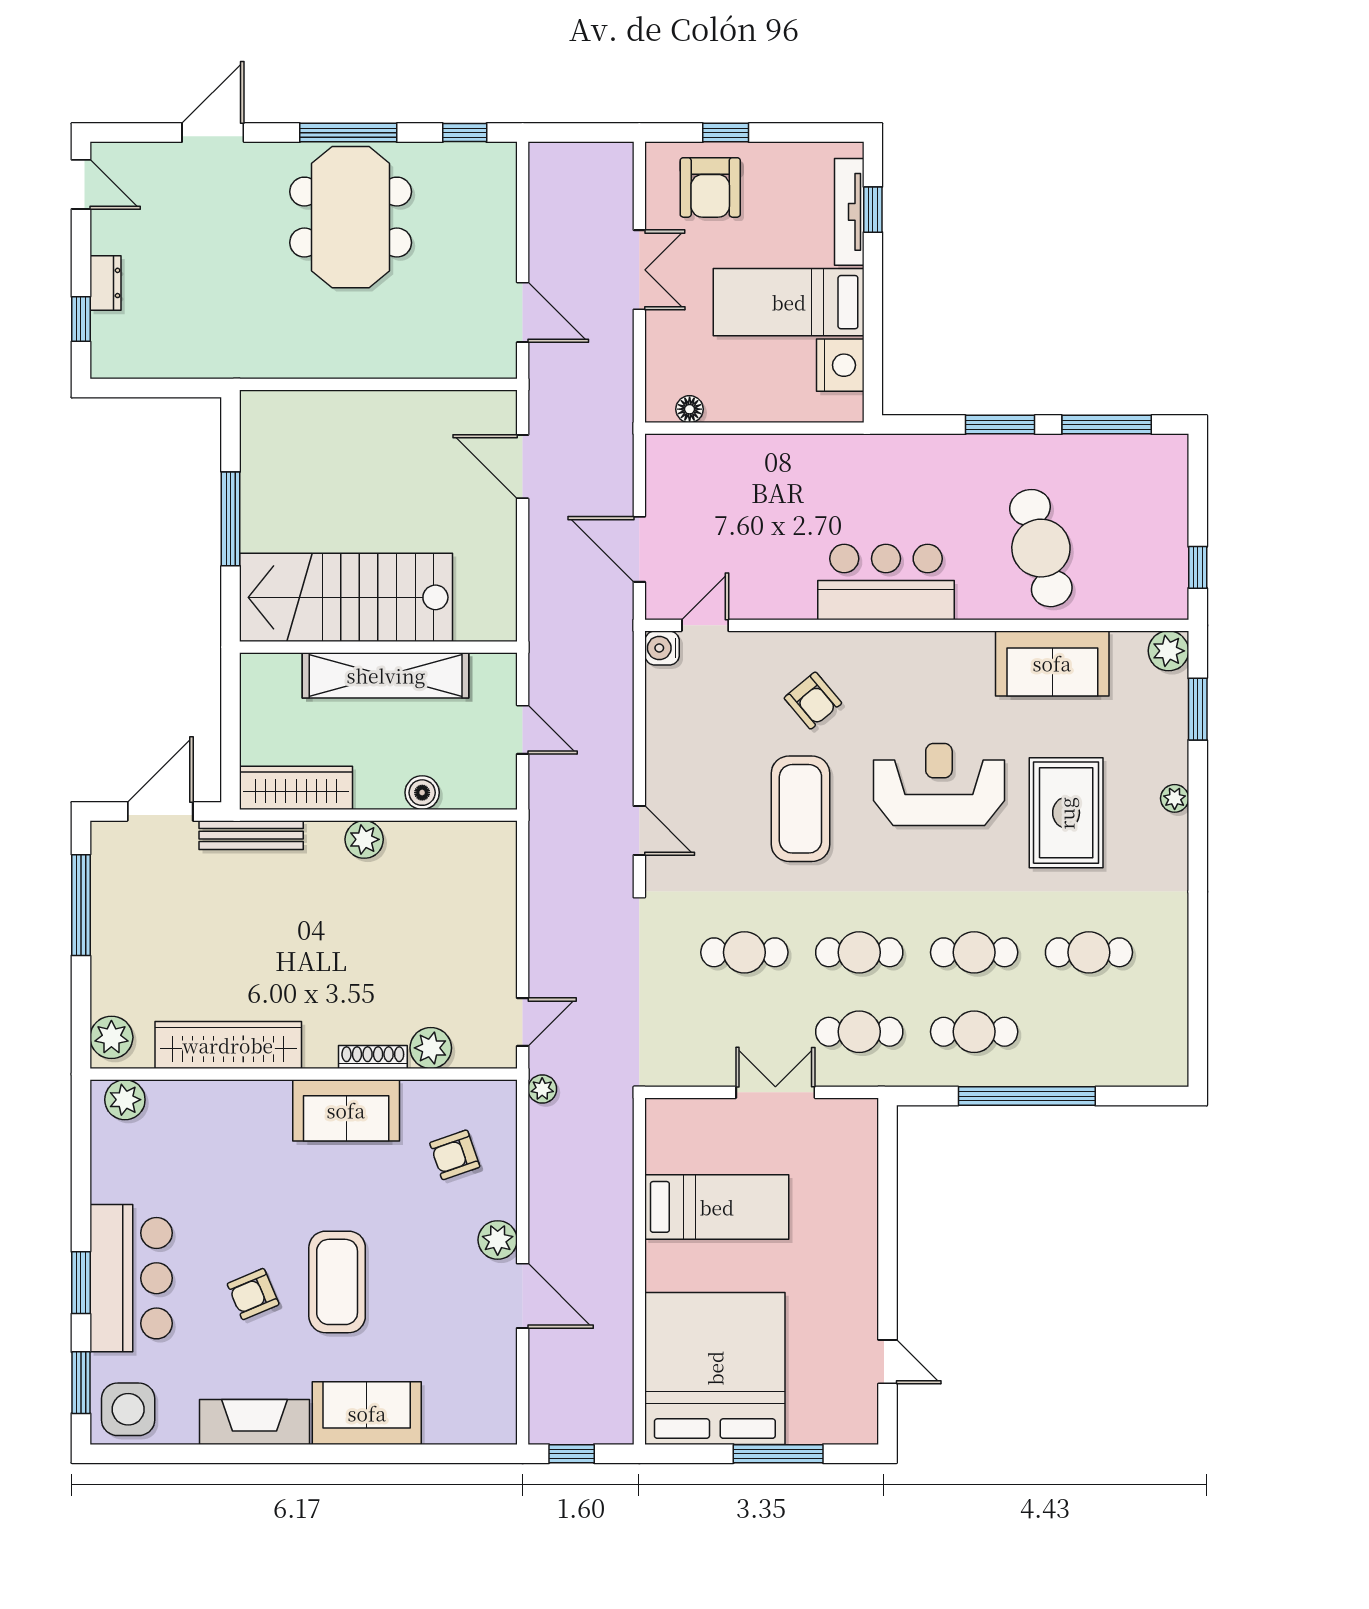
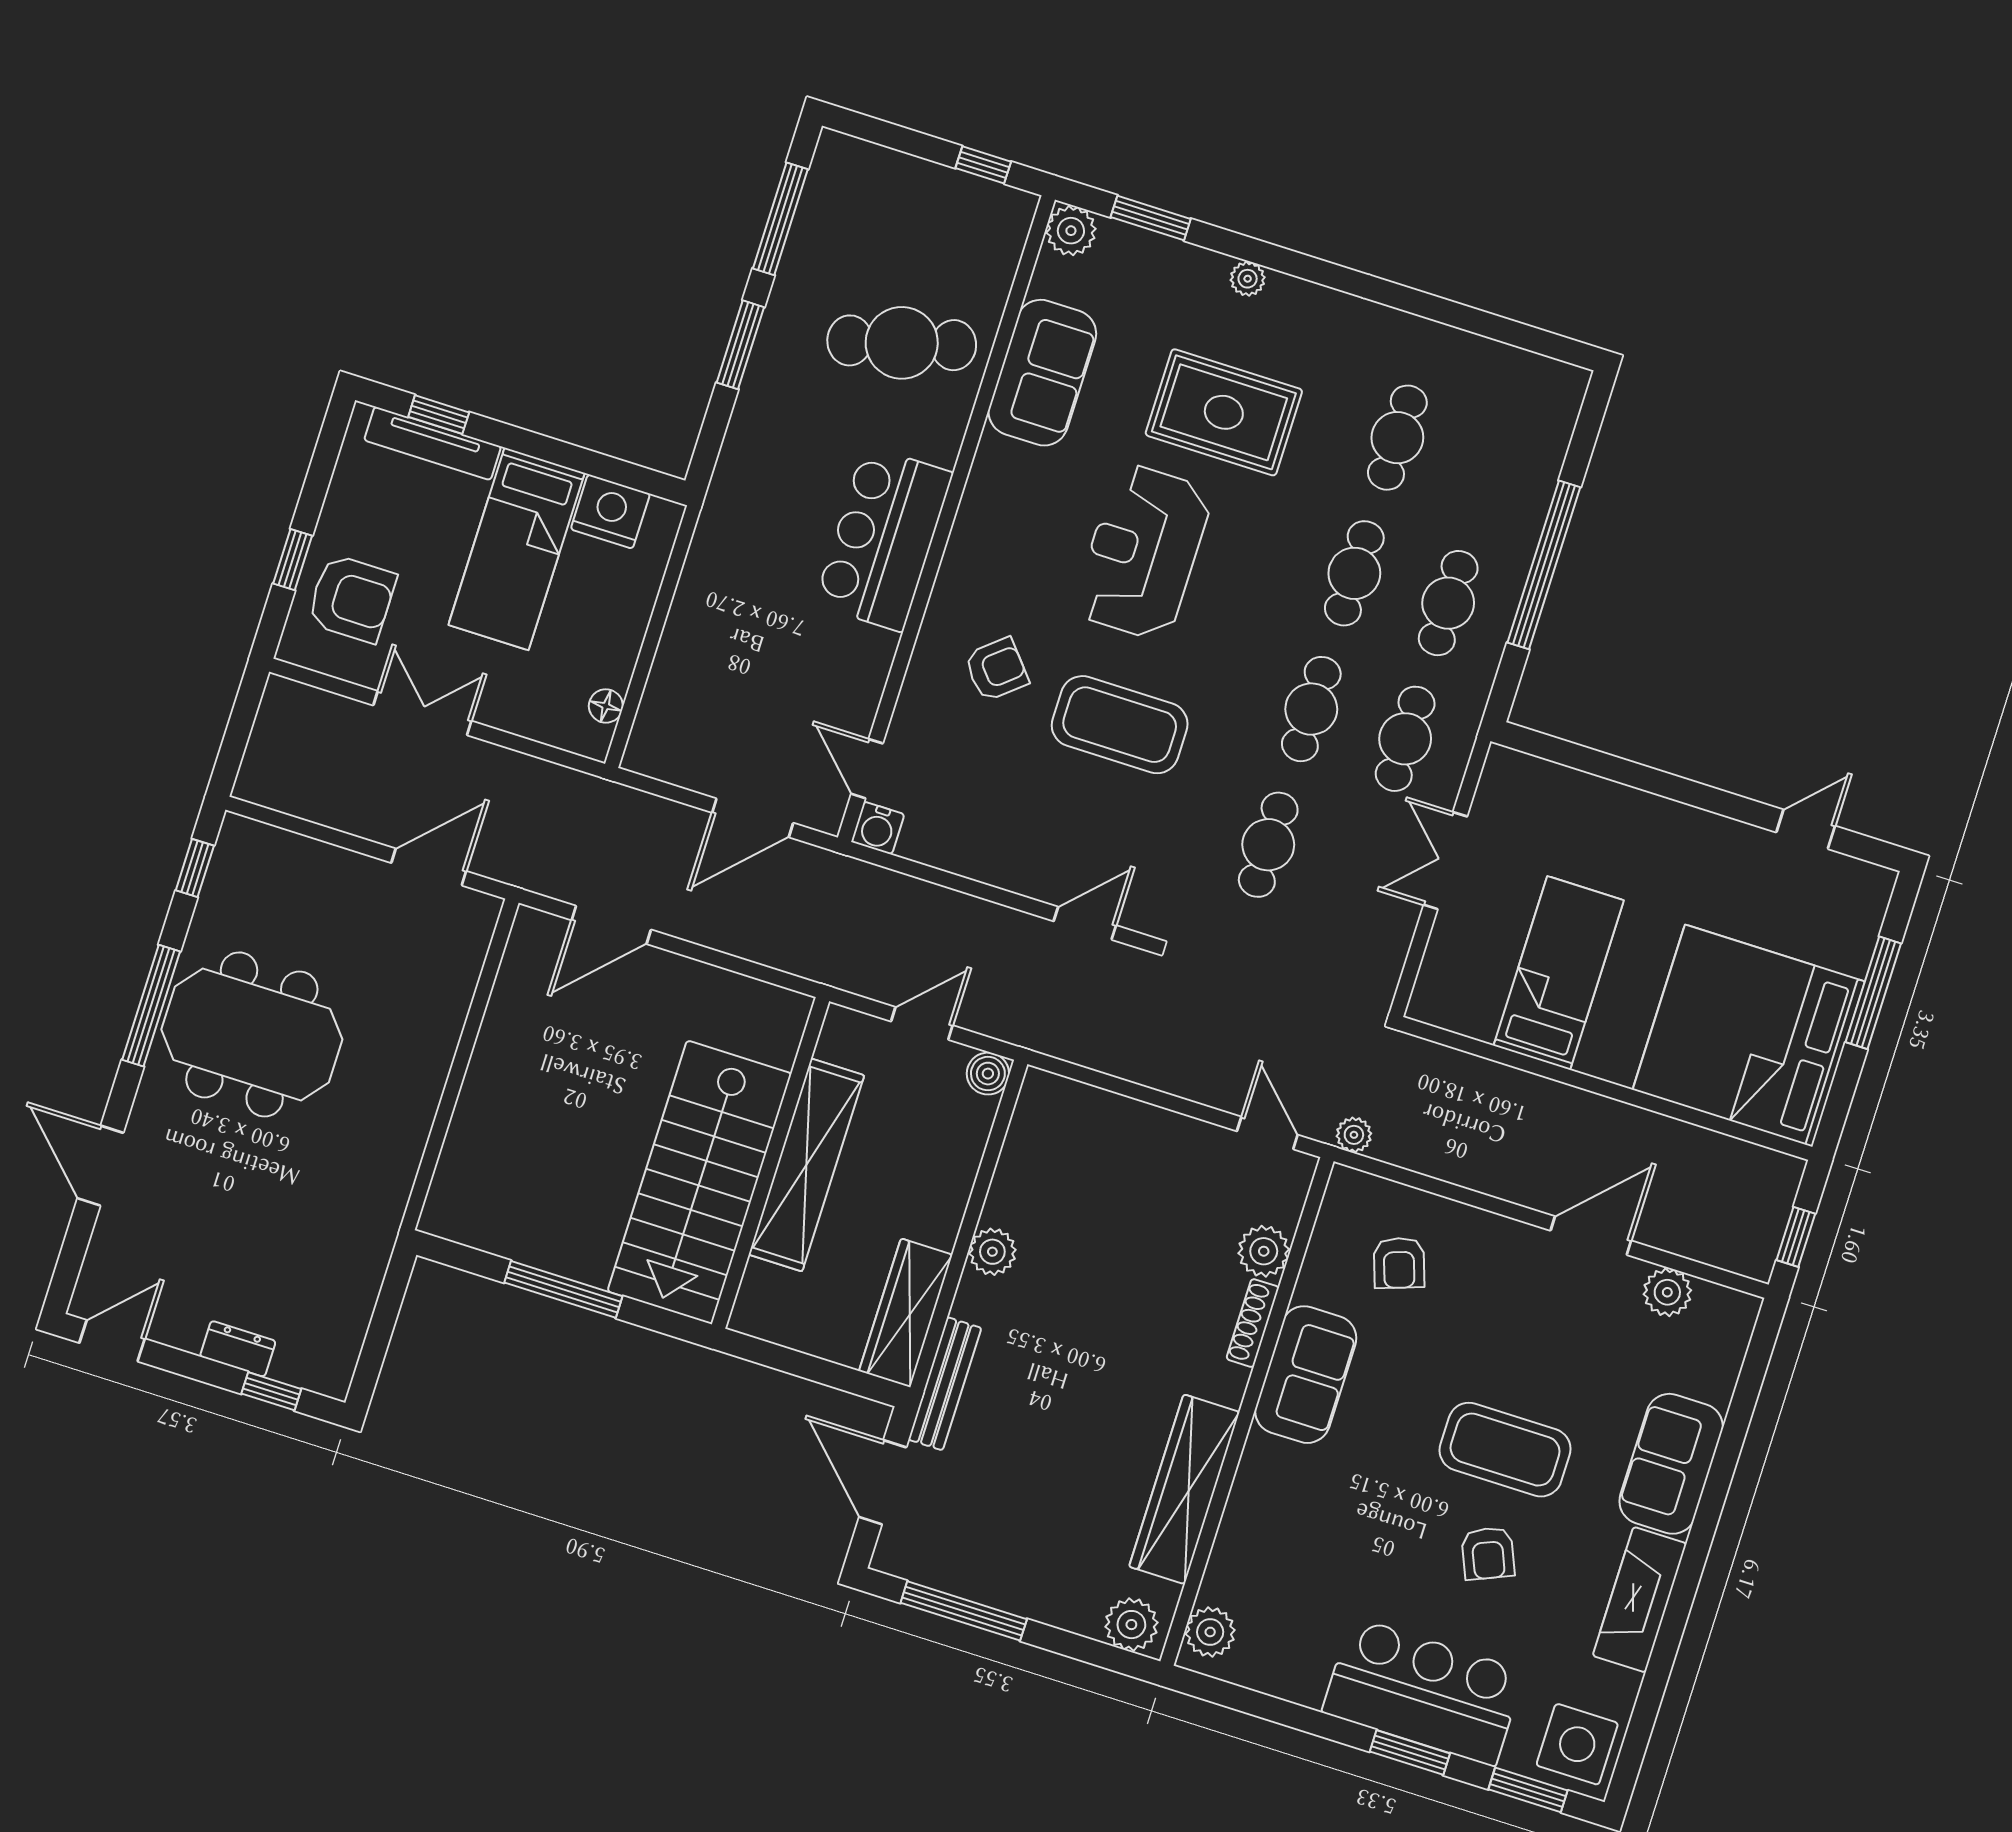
boiler: (422, 793) -> (988, 1074), moved
plant: (498, 1240) -> (1667, 1292), moved

